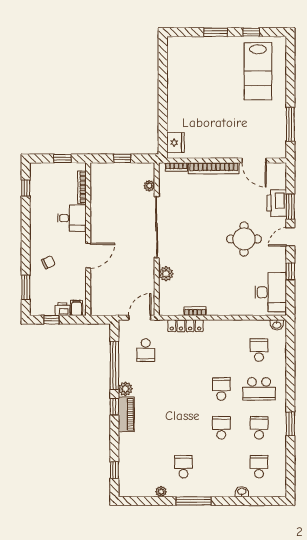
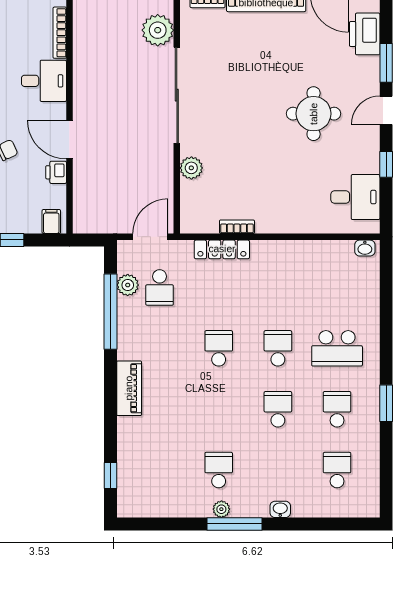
plant: (149, 186) -> (158, 30), width x1.88, depth x1.88
printer: (277, 203) -> (365, 34), moved
door: (88, 256) -> (69, 140), swing flipped
desk: (271, 292) -> (355, 197), width x0.73
printer: (63, 309) -> (56, 172), moved, turned -90
school desk: (259, 350) -> (219, 348), moved
plant: (125, 389) -> (128, 285), moved
window: (114, 407) -> (110, 376), removed
plant: (161, 492) -> (221, 509), moved
washbasin: (242, 492) -> (280, 509), moved

